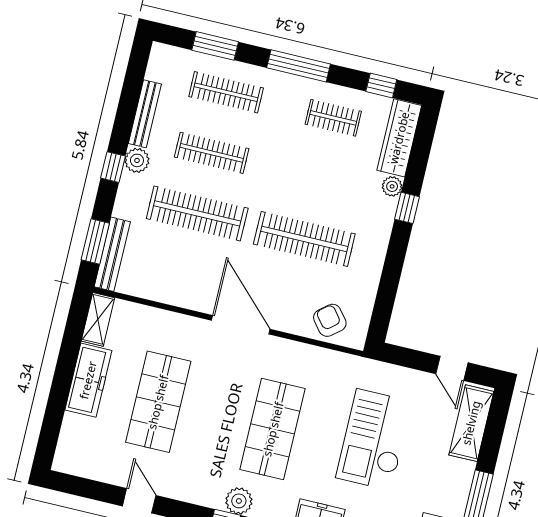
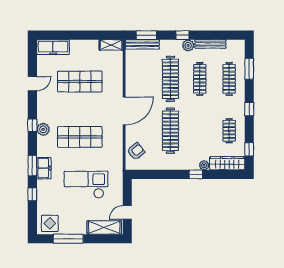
window: (299, 66) -> (249, 109), width x0.46
freezer: (88, 380) -> (53, 47), moved

